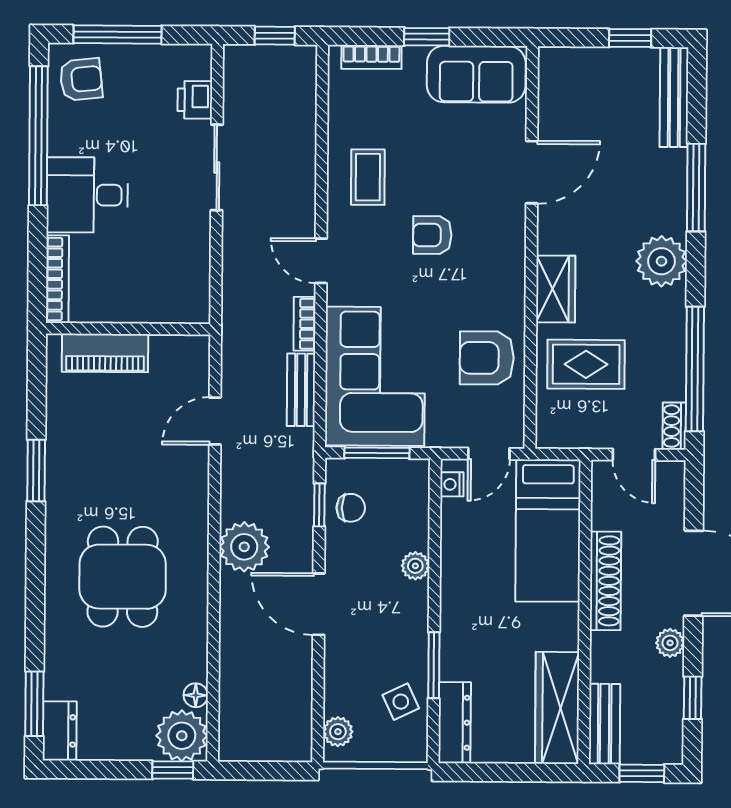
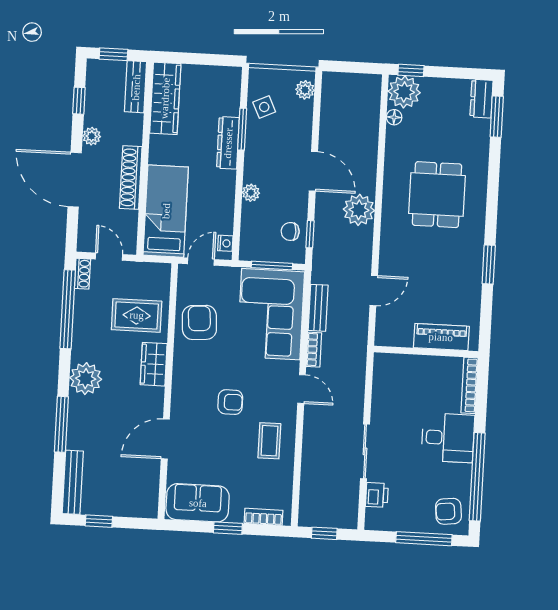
armchair: (487, 358) -> (199, 322), turned -94
dresser: (455, 723) -> (228, 143), moved

